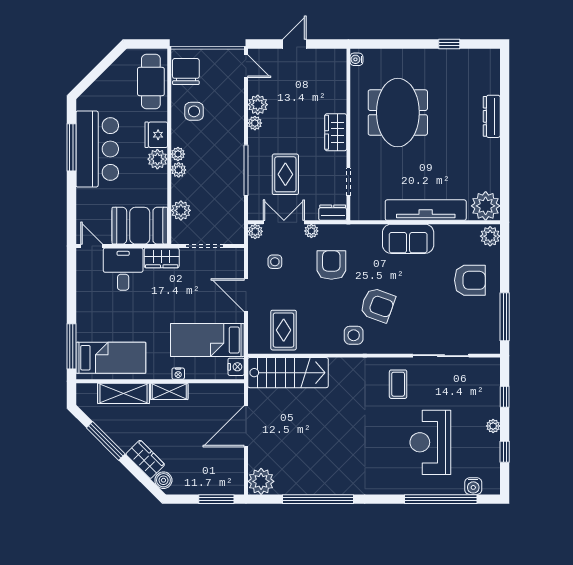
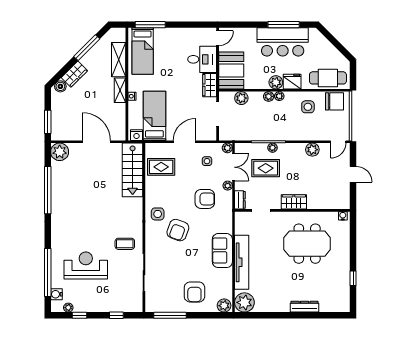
plant: (255, 123) -> (273, 148), moved
plant: (493, 426) -> (68, 308), moved

